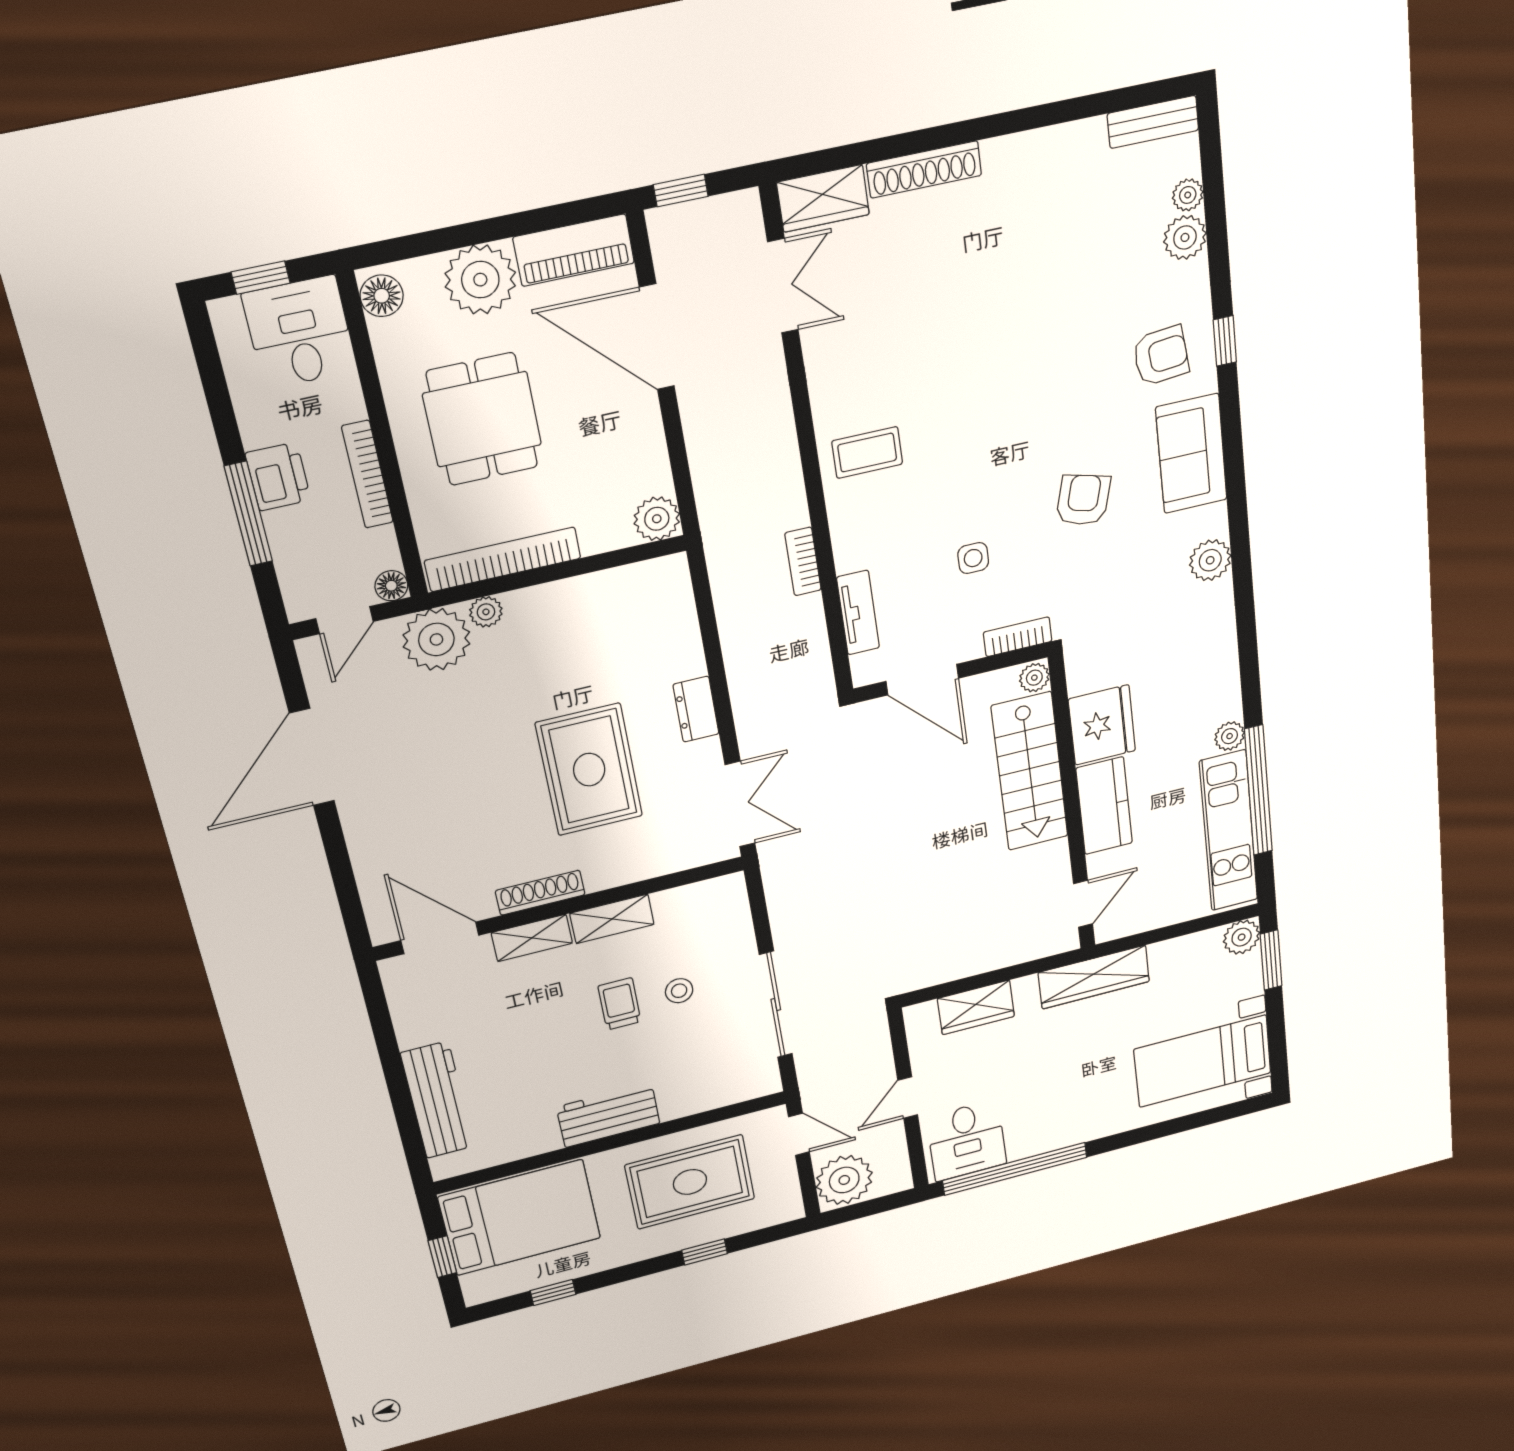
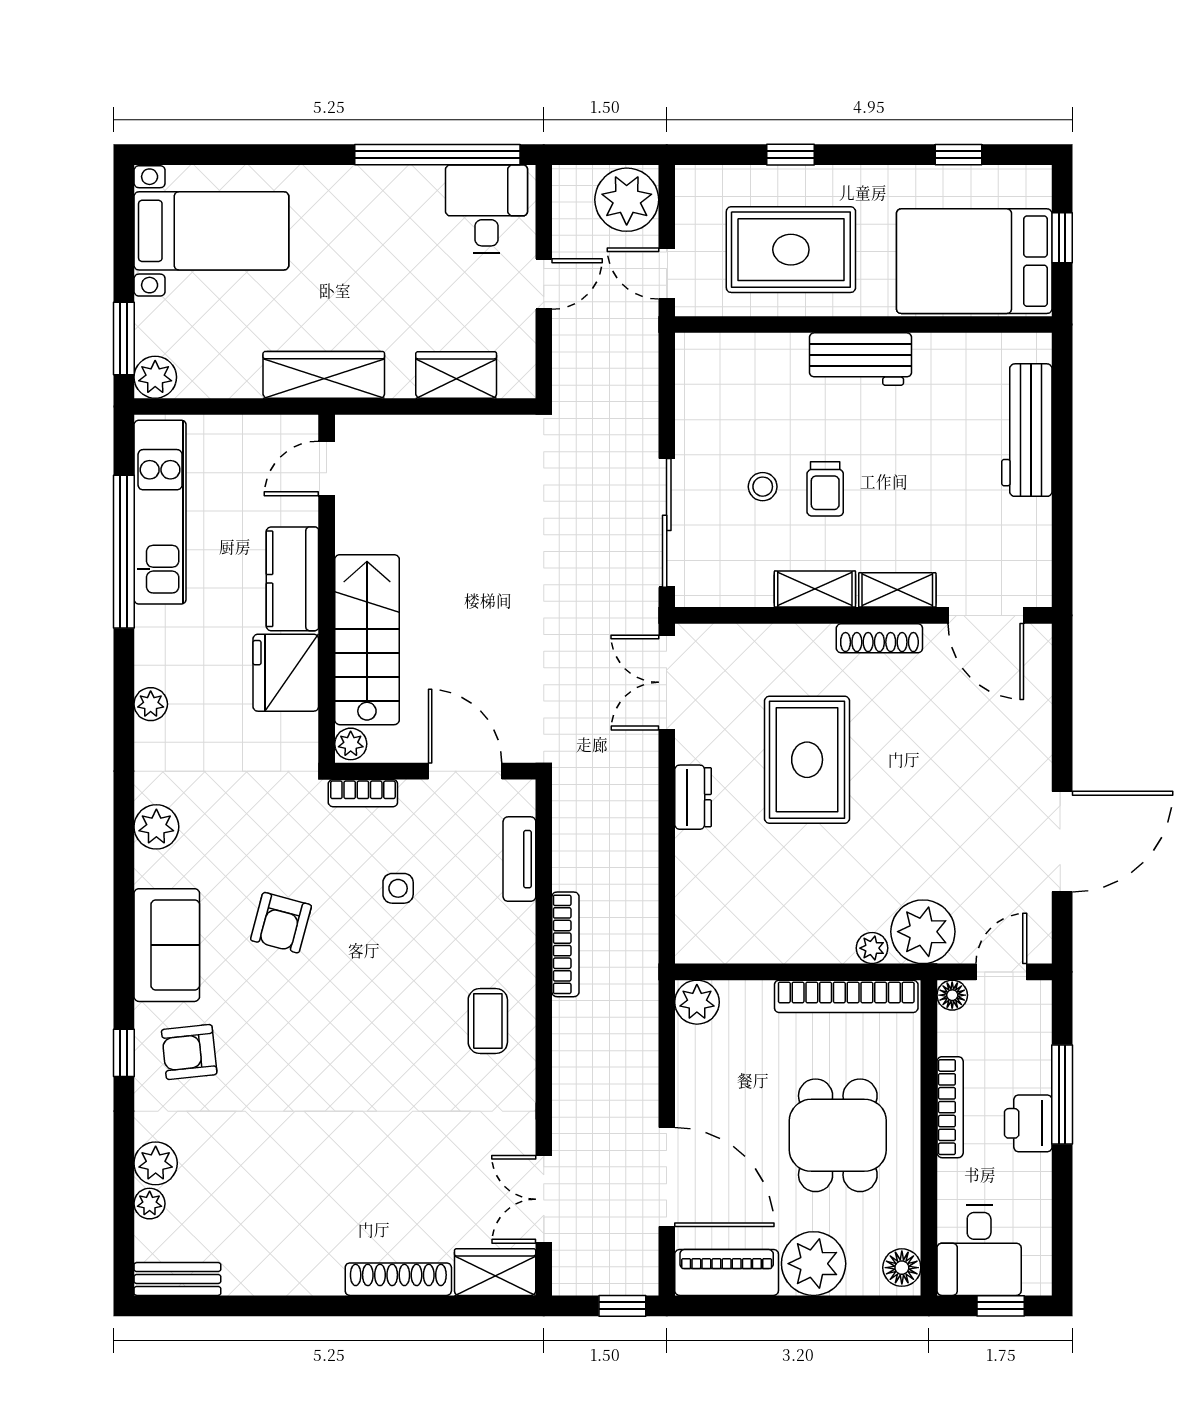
coffee table: (867, 452) -> (488, 1021), turned 90
bookcase: (803, 561) -> (565, 944), width x1.56
plant: (1230, 736) -> (151, 704), moved
sliding door: (776, 1005) -> (667, 523), moved

